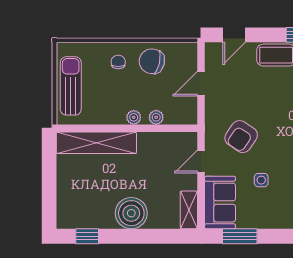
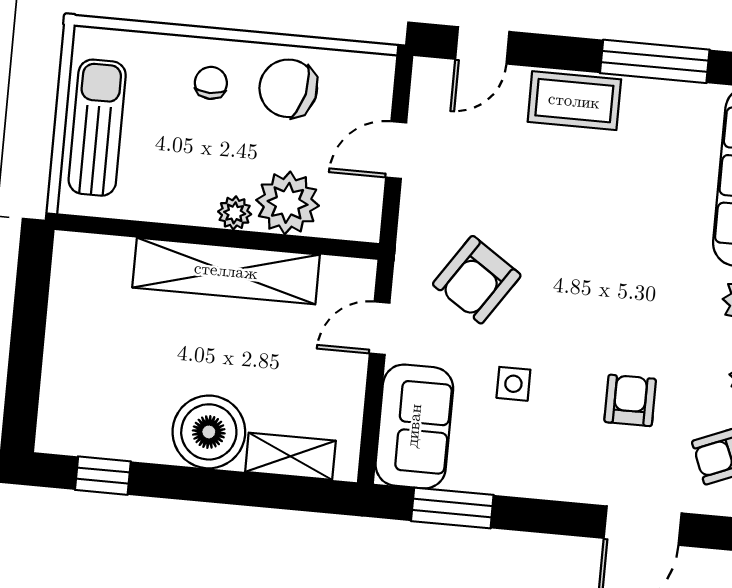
plant: (156, 117) -> (288, 203), width x1.87, depth x1.87
shelving: (96, 143) -> (226, 271), moved
shelving: (189, 210) -> (290, 456), moved, turned 90

